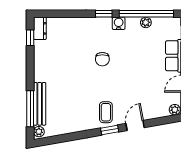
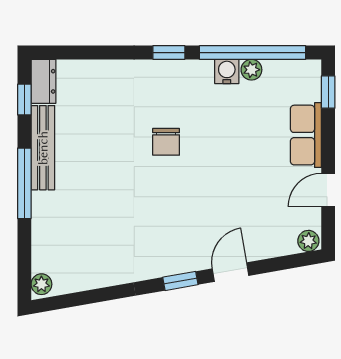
water cooler: (119, 23) -> (227, 71), moved
bench: (40, 104) -> (43, 148), moved
window: (30, 109) -> (24, 183), moved
coffee table: (106, 112) -> (173, 246), removed

